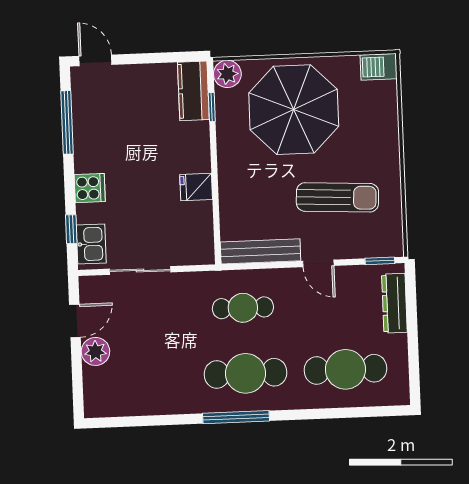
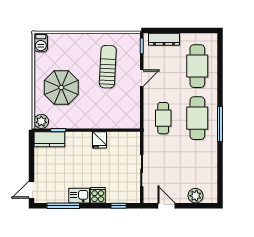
parasol: (294, 110) -> (61, 88), width x0.73, depth x0.73
kitchen sink: (91, 244) -> (79, 196), moved
bench: (260, 251) -> (134, 108), removed
plant: (95, 351) -> (196, 196), moved

